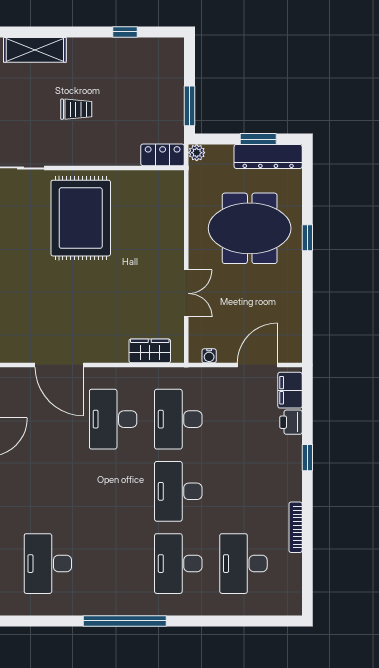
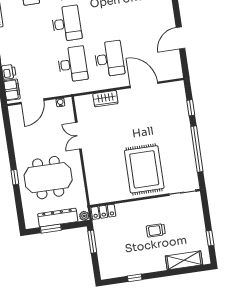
dresser: (268, 156) -> (58, 218), moved
wardrobe: (150, 351) -> (105, 99), moved

